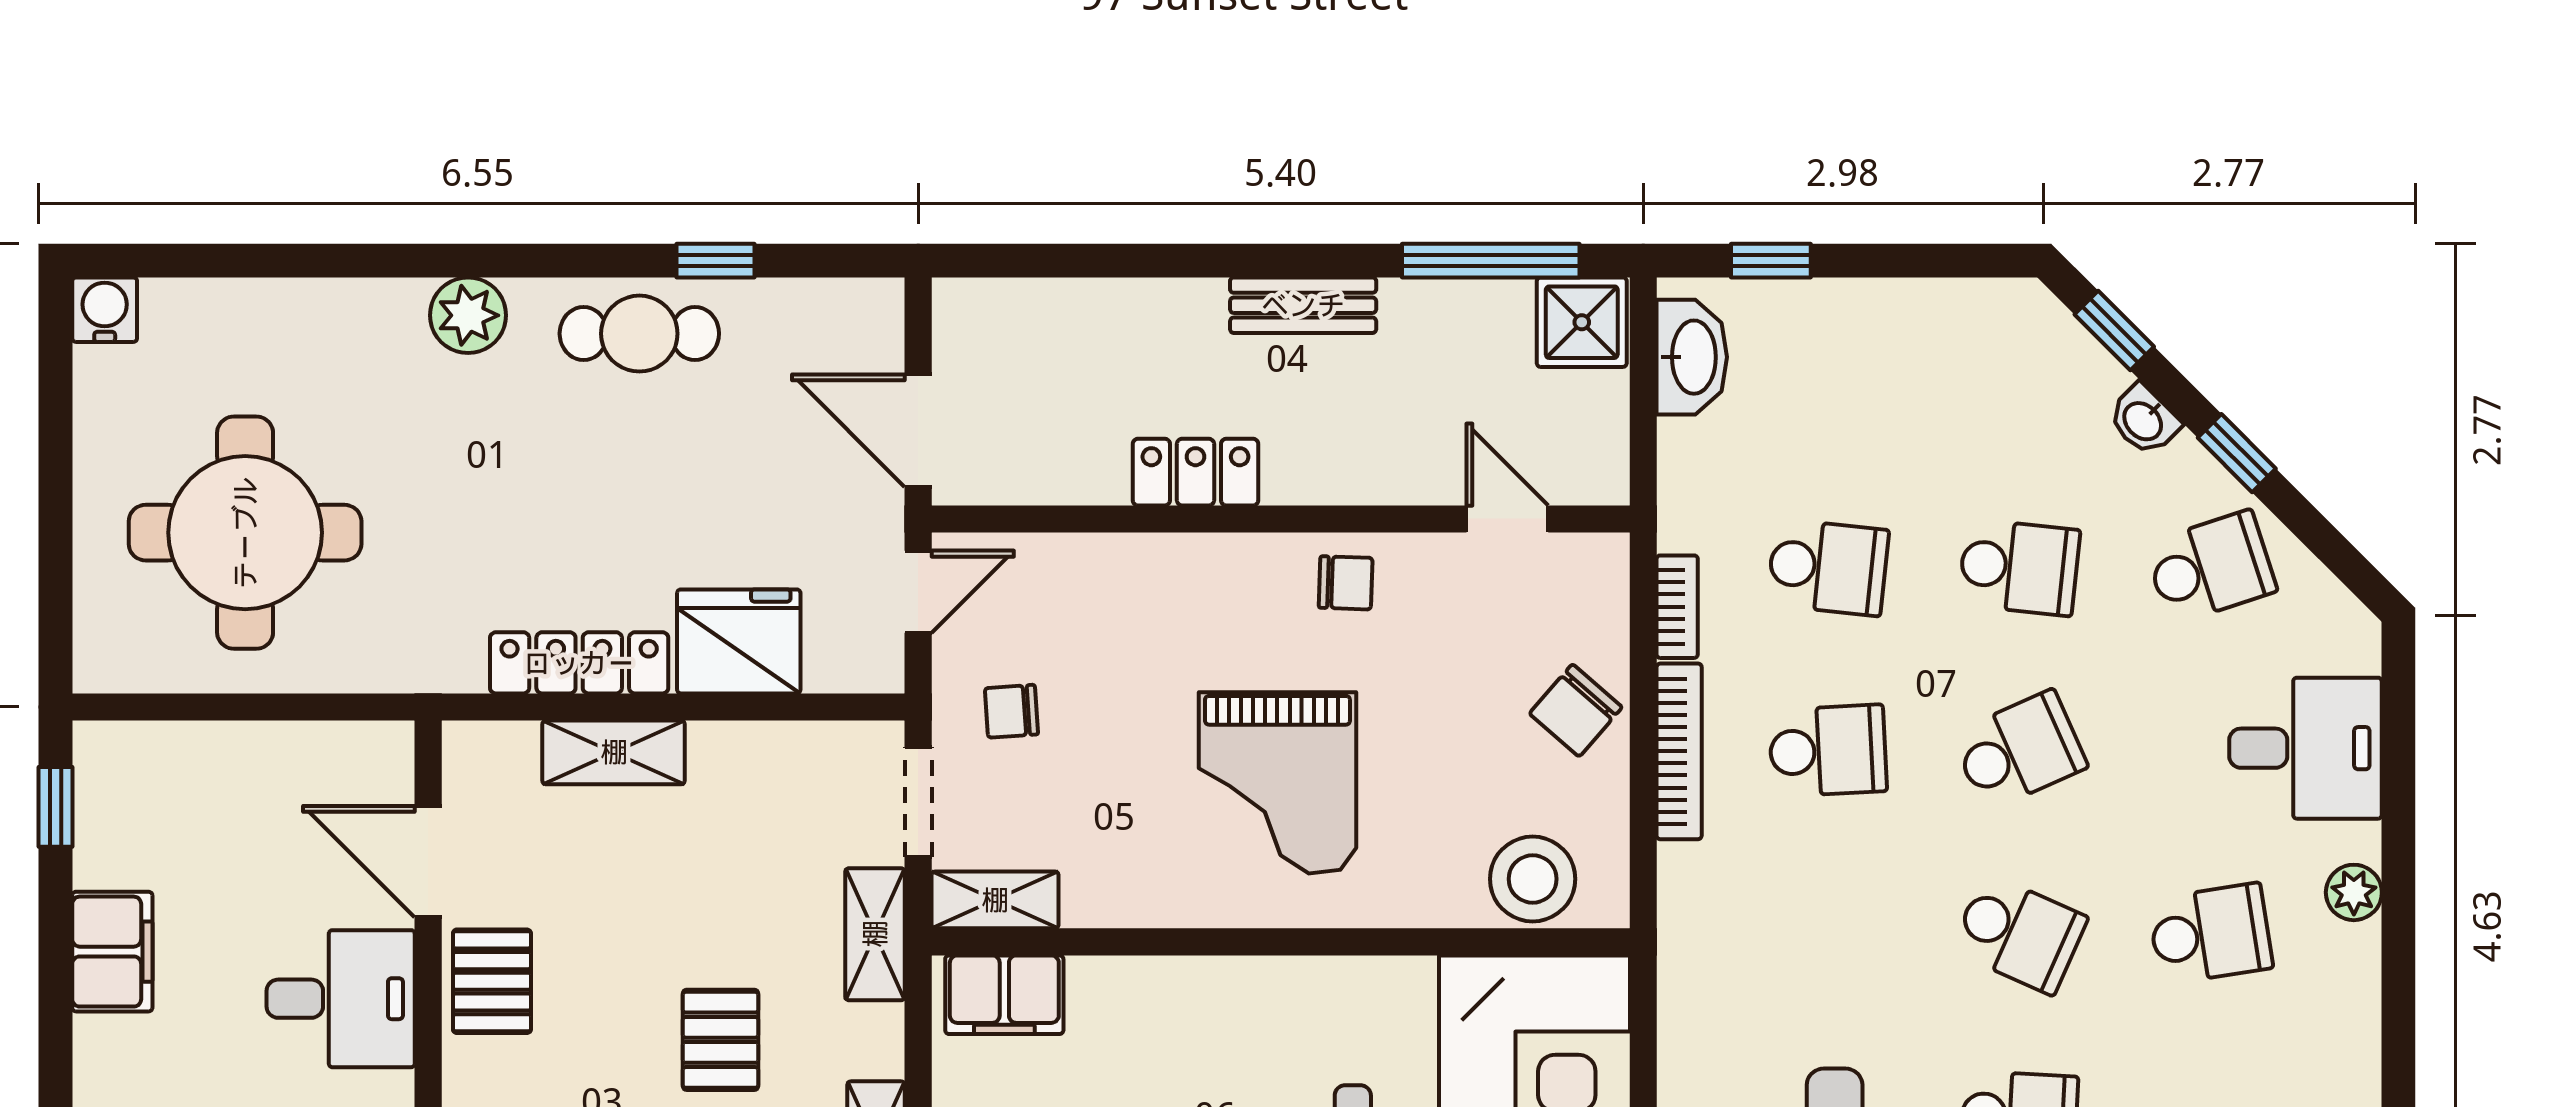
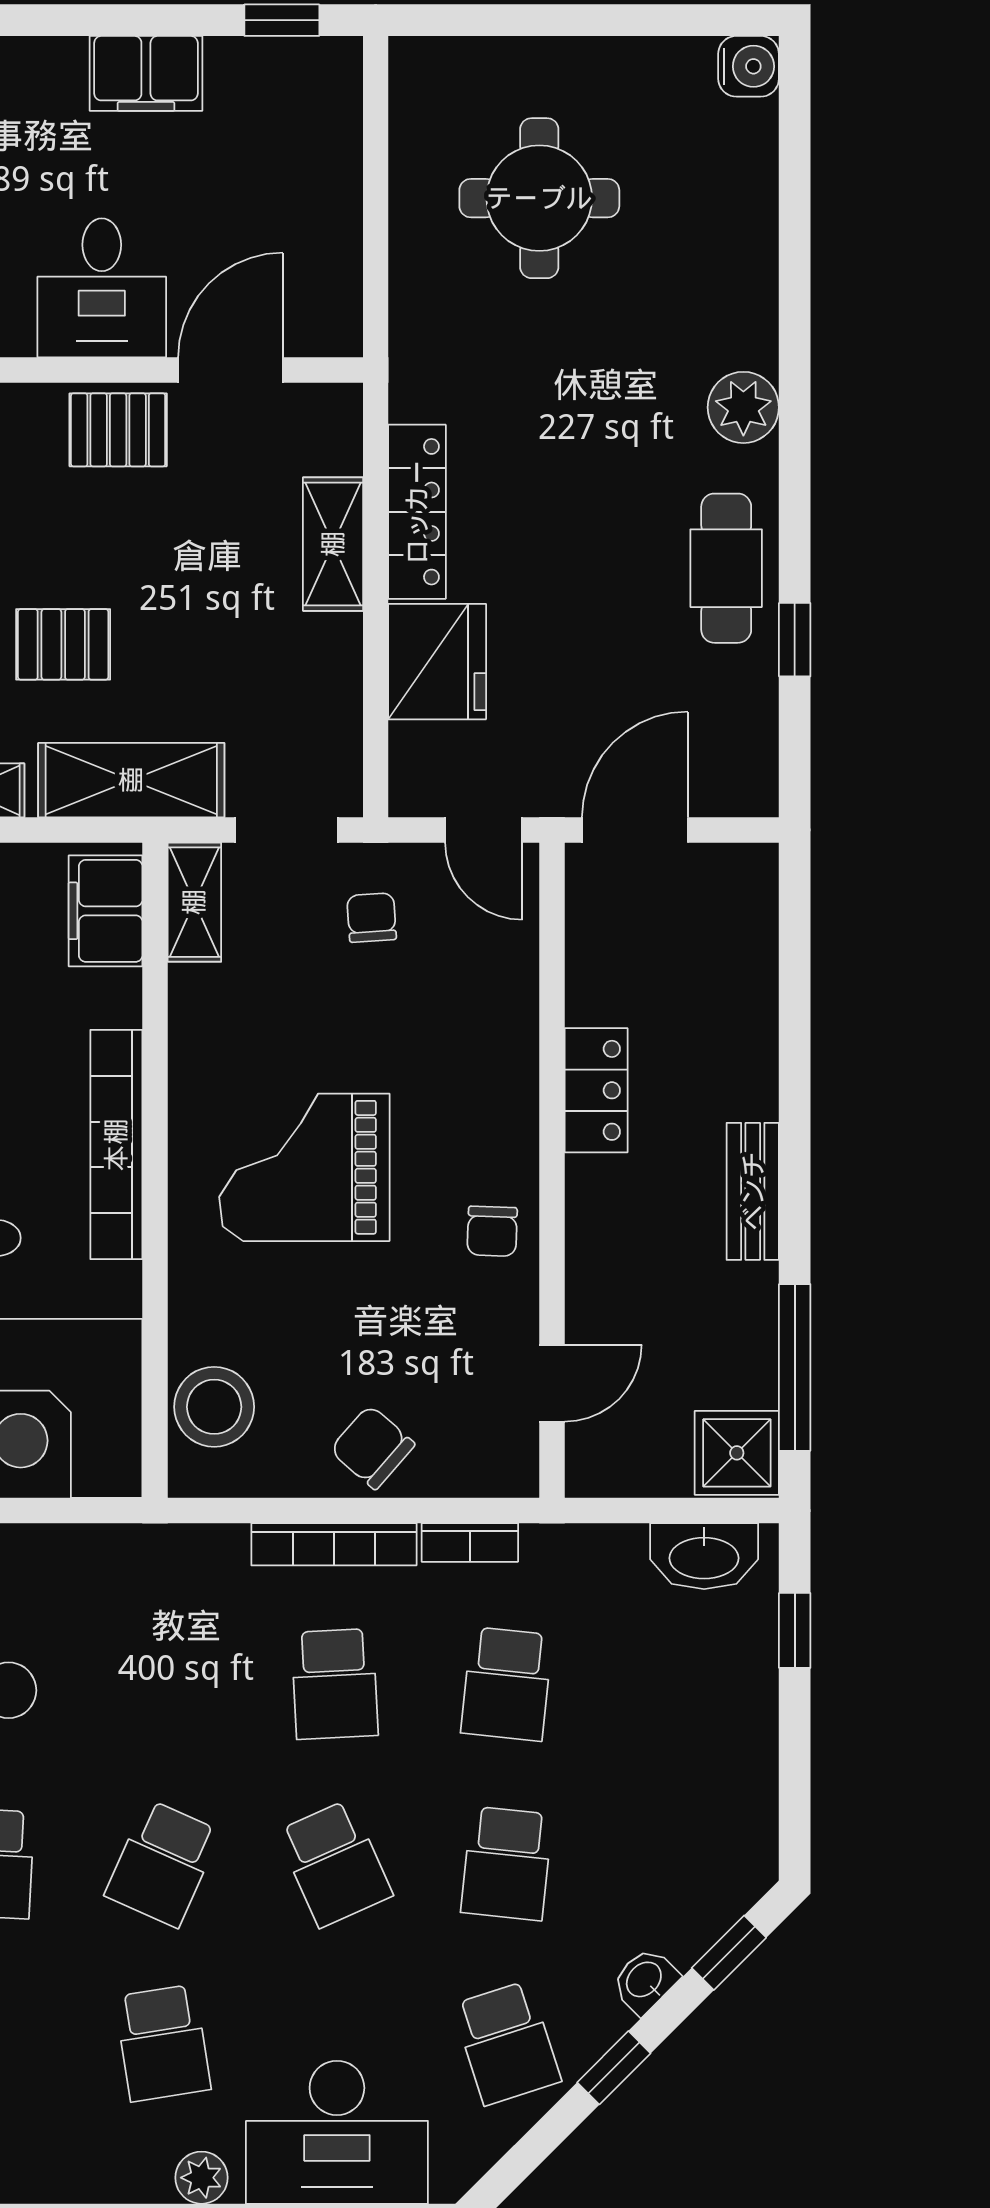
round table: (245, 533) -> (539, 198), width x0.73, depth x0.73
desk: (2305, 748) -> (337, 2132), width x1.37
shelving: (875, 934) -> (131, 780), width x1.50, depth x1.33
bookcase: (1253, 983) -> (116, 1145), added

